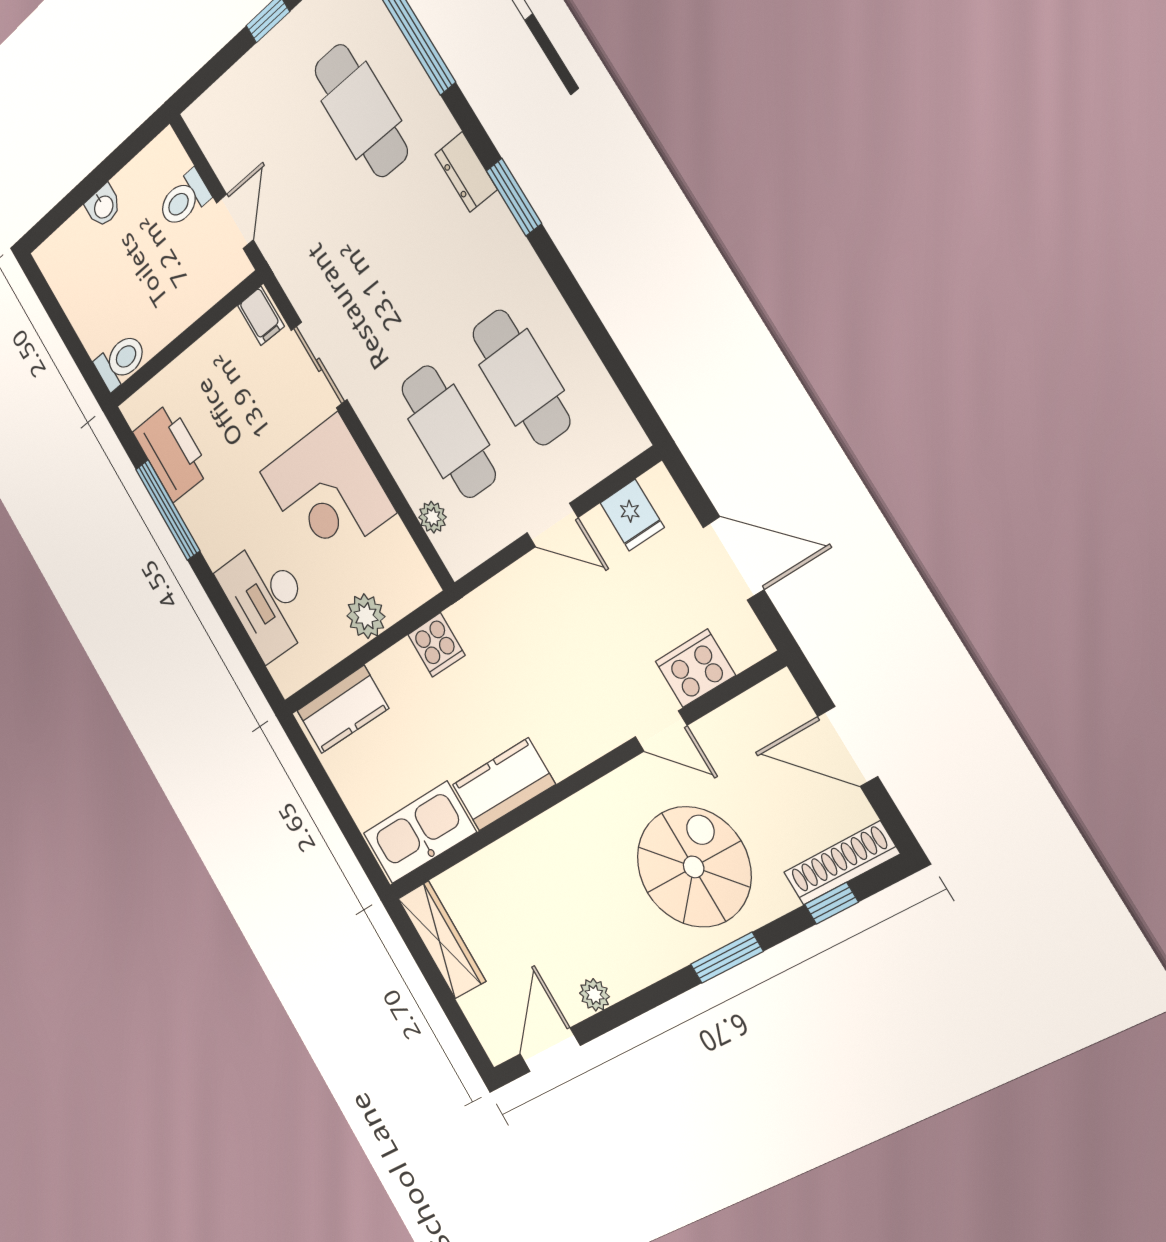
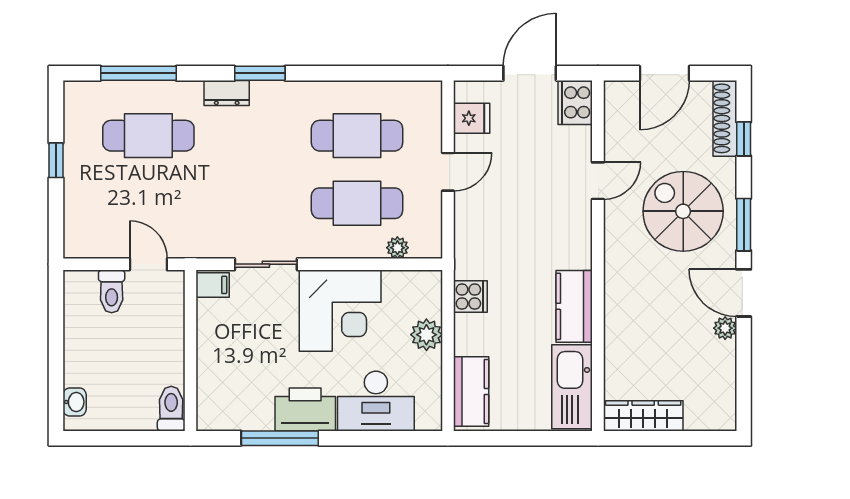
washbasin: (103, 206) -> (75, 402), moved
printer: (172, 452) -> (305, 409), moved
cooker: (695, 668) -> (575, 102), moved
door: (550, 1050) -> (744, 293), moved

